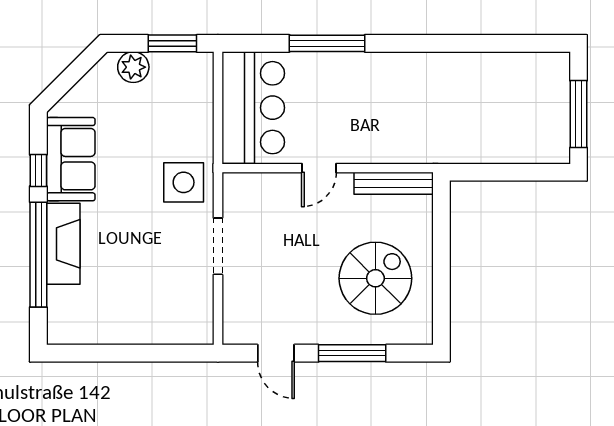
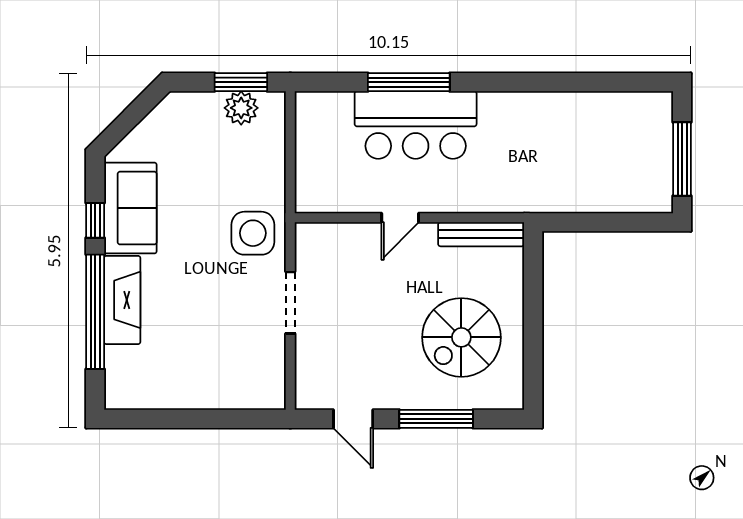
plant: (133, 67) -> (241, 108), moved
bar counter: (253, 108) -> (416, 125), moved, turned 90
spiral stairs: (375, 278) -> (461, 337), turned 180

